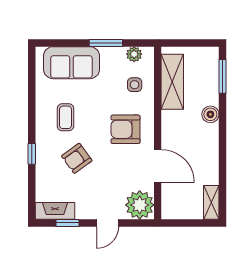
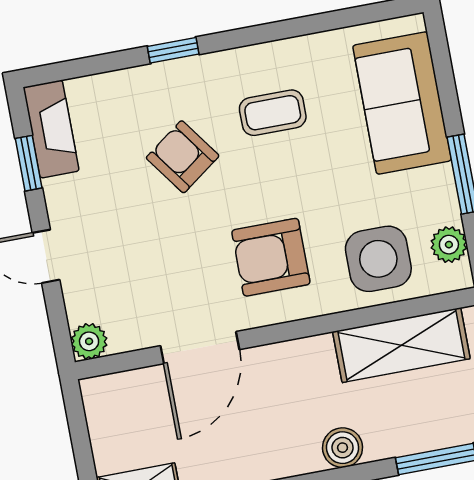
side table: (135, 85) -> (378, 259), width x1.87, depth x1.87
armchair: (125, 129) -> (271, 257), turned -90
plant: (140, 205) -> (89, 341), width x0.53, depth x0.53

